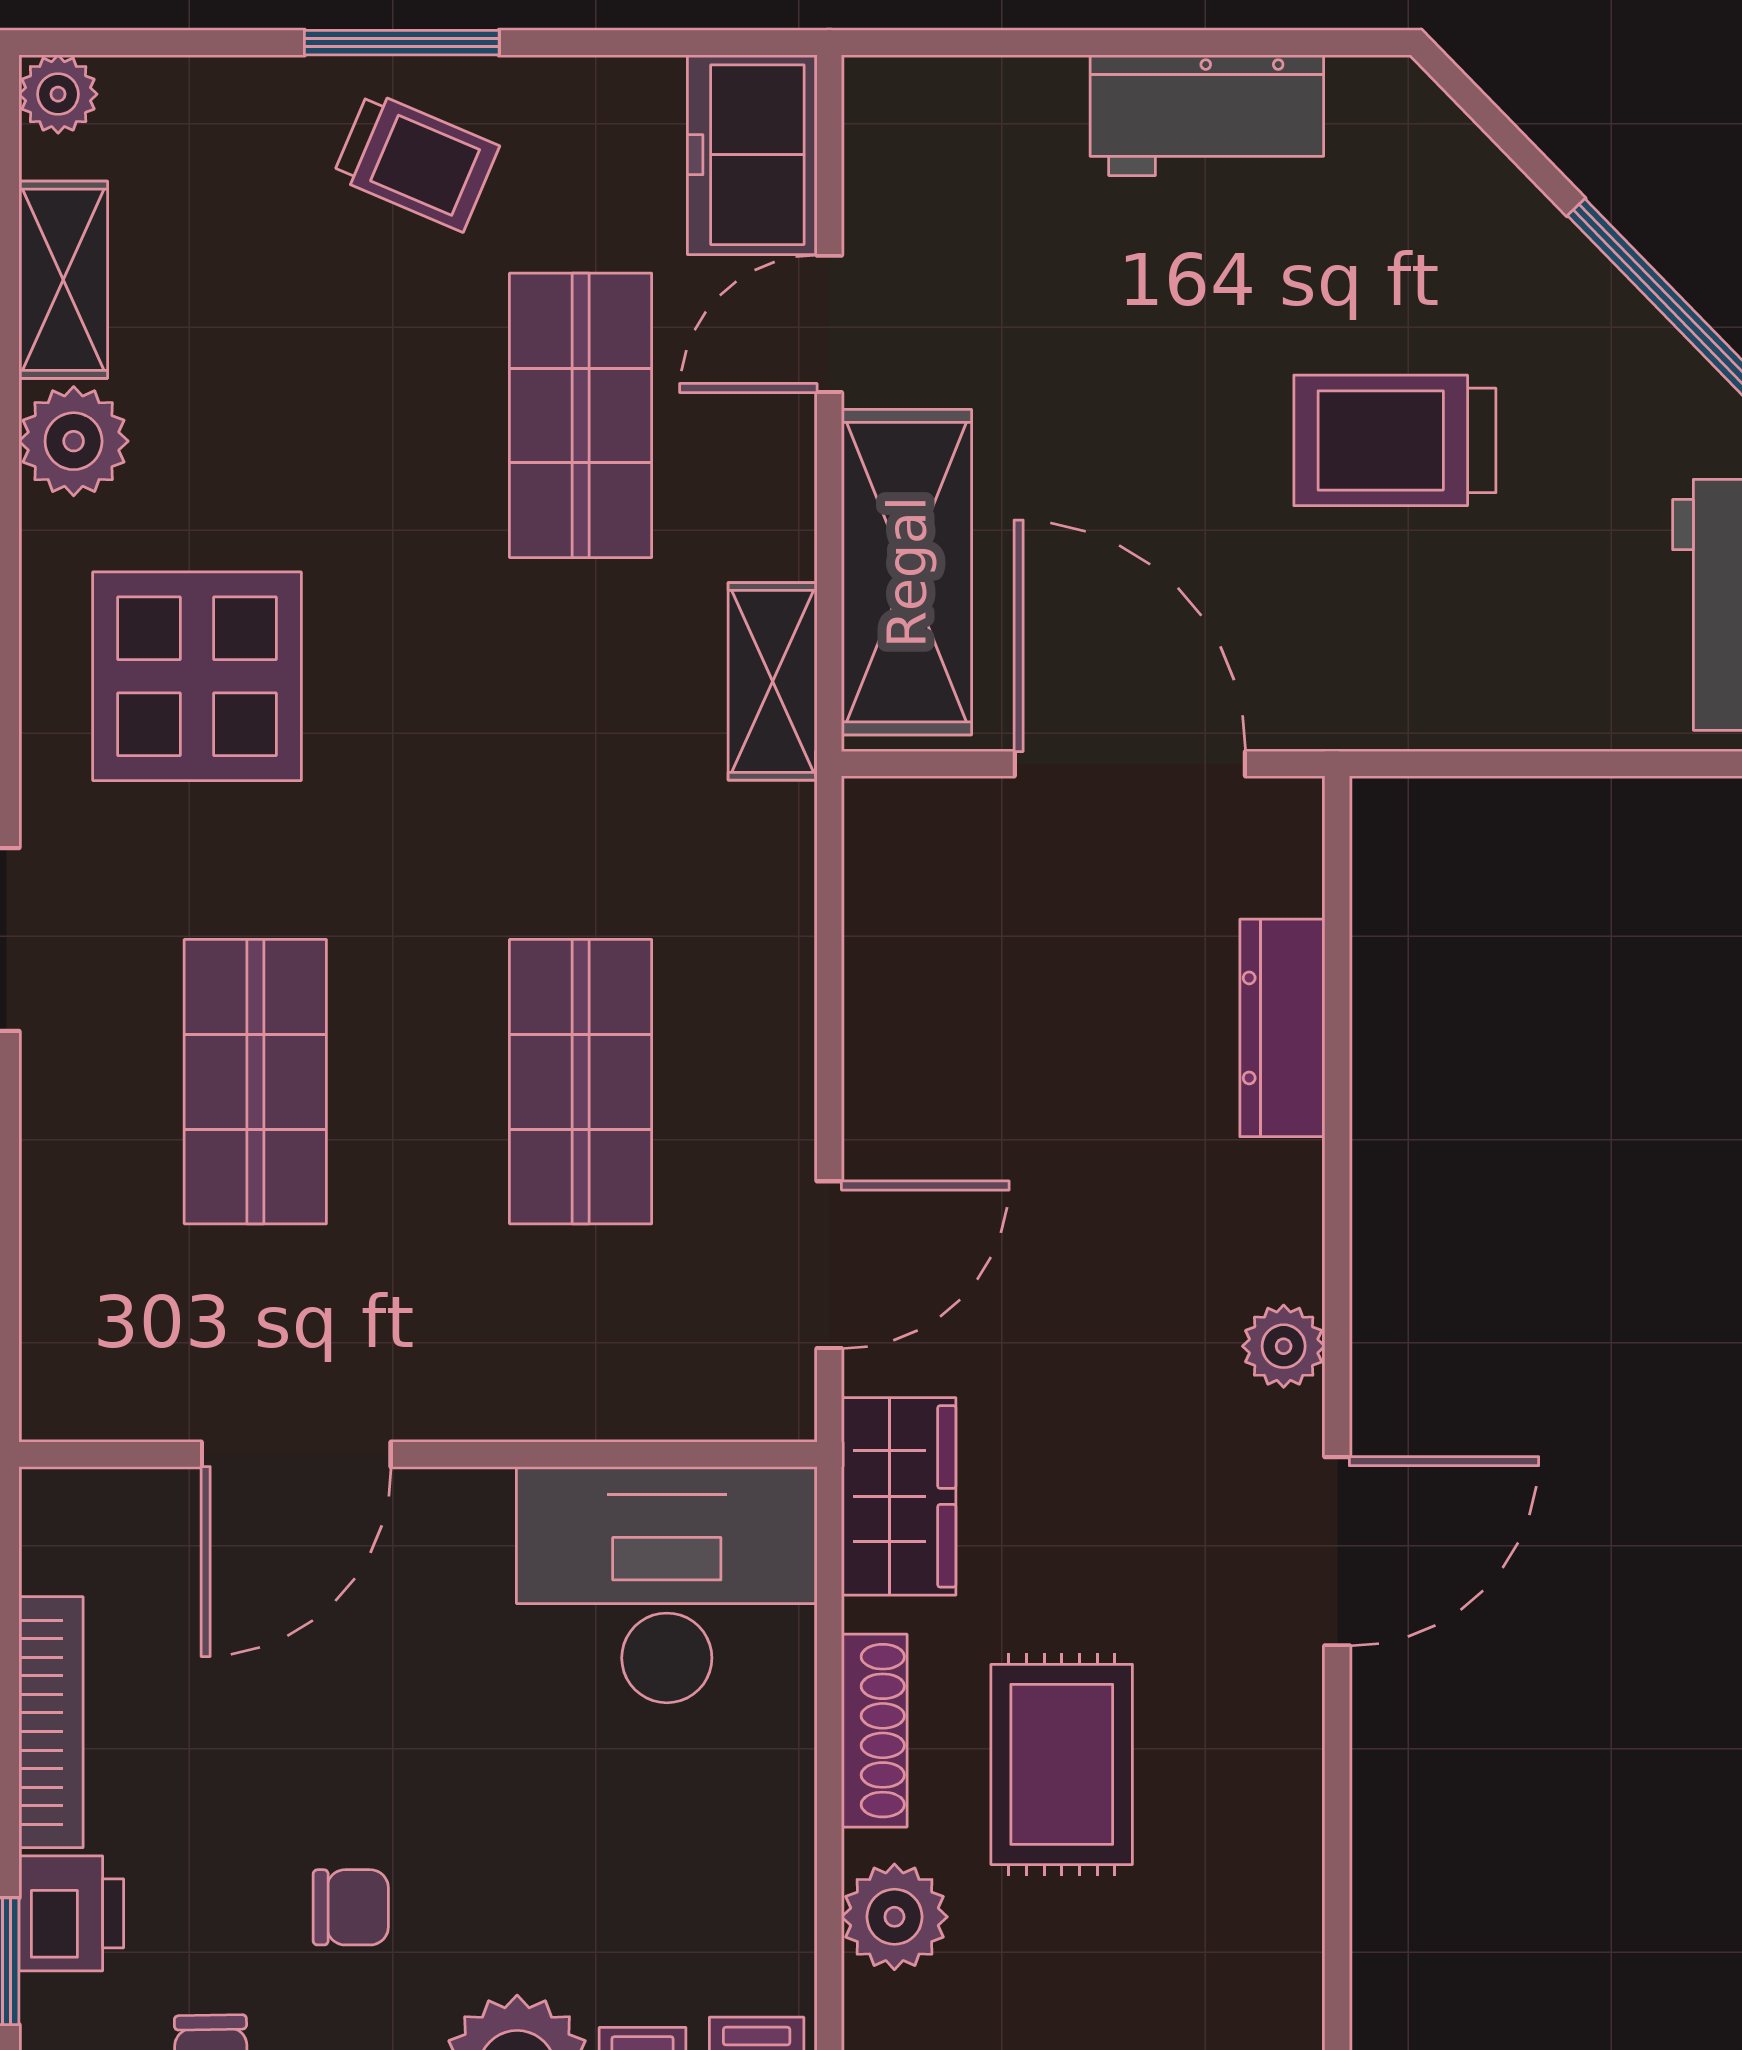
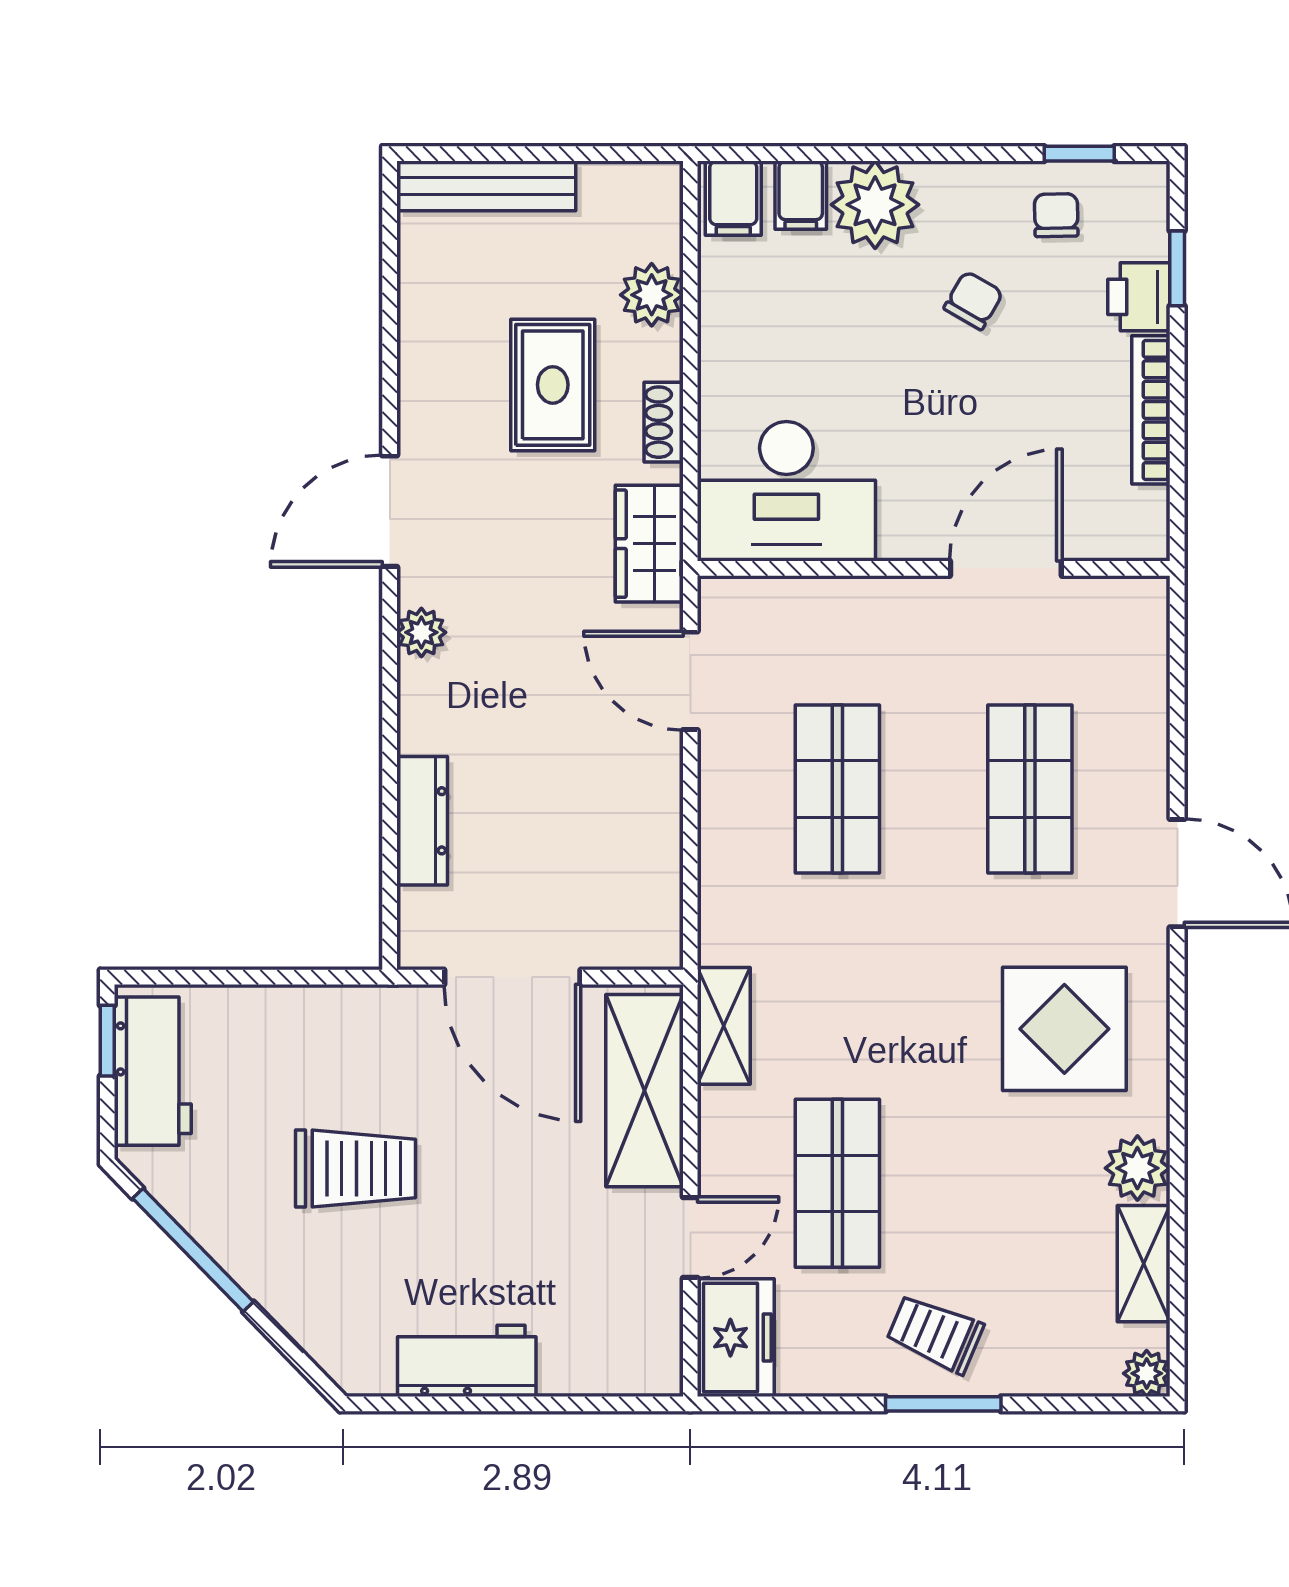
door: (829, 1265) -> (690, 681), hinge flipped
shoe rack: (874, 1731) -> (664, 422), width x0.70
chair: (351, 1907) -> (973, 300), turned 120

